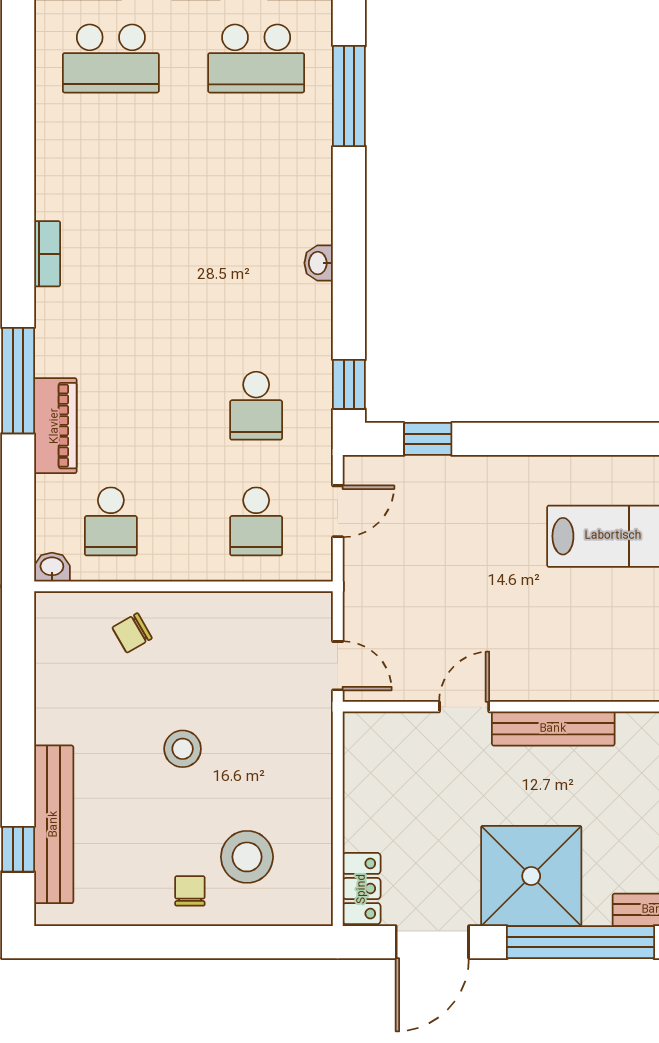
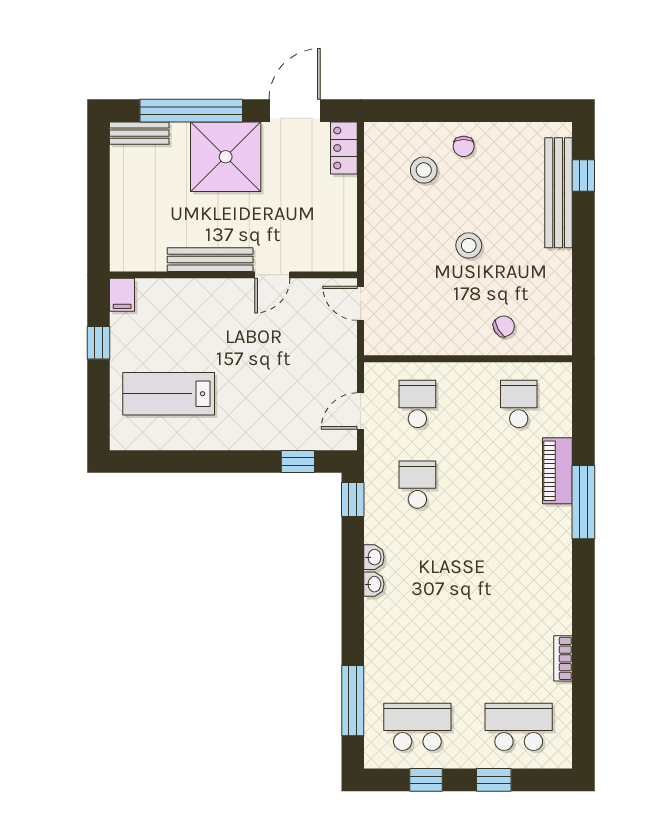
bookcase: (47, 254) -> (563, 658), moved
washbasin: (52, 567) -> (374, 557), moved, turned -90
stool: (247, 857) -> (424, 170), width x0.73, depth x0.73

